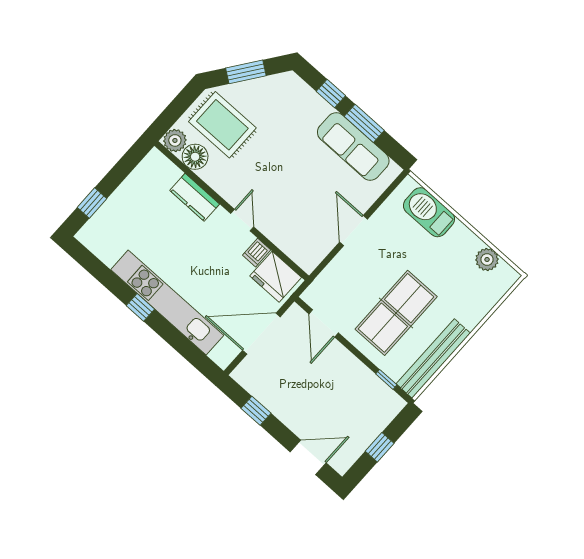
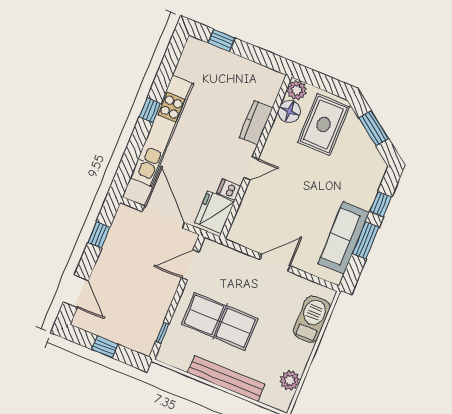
bench: (433, 359) -> (226, 379), moved

